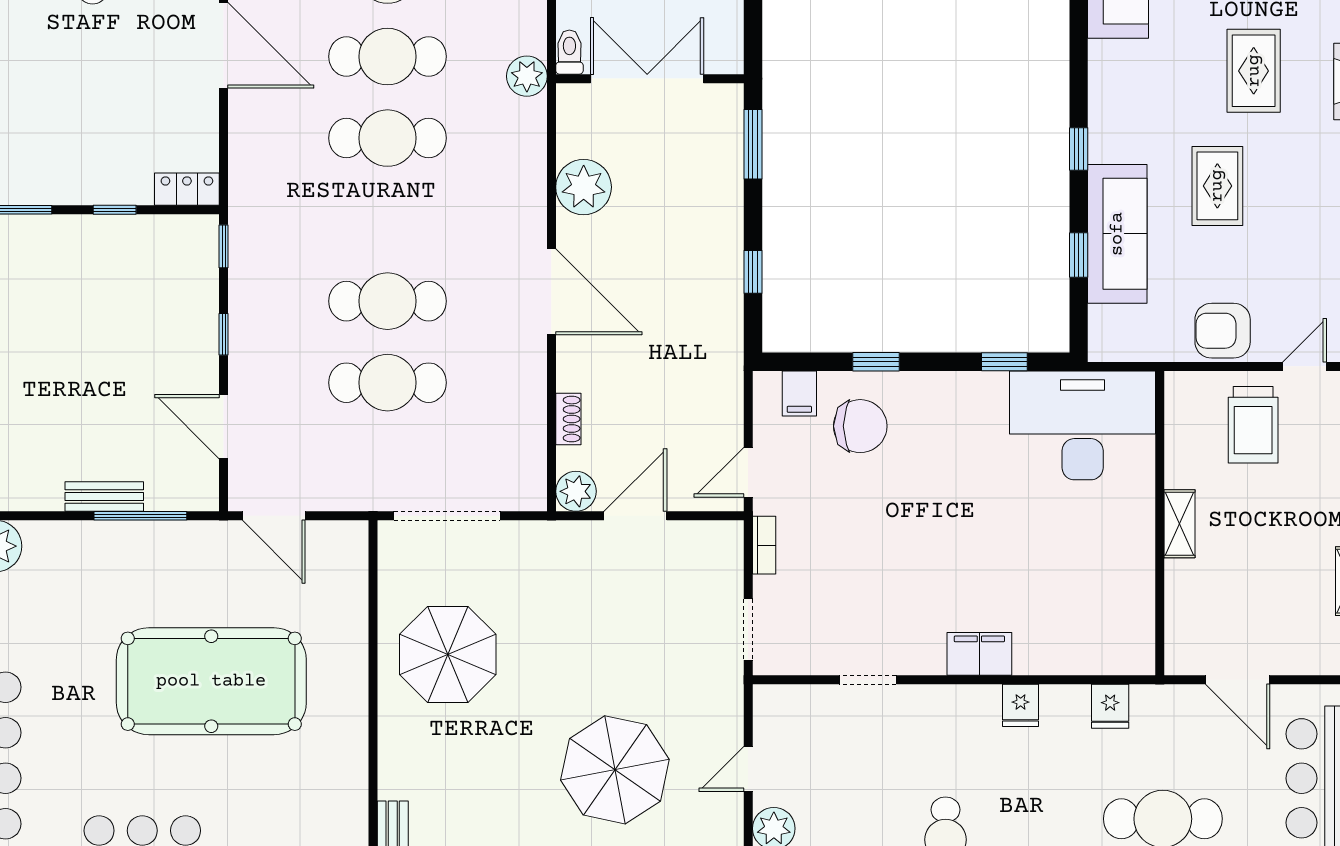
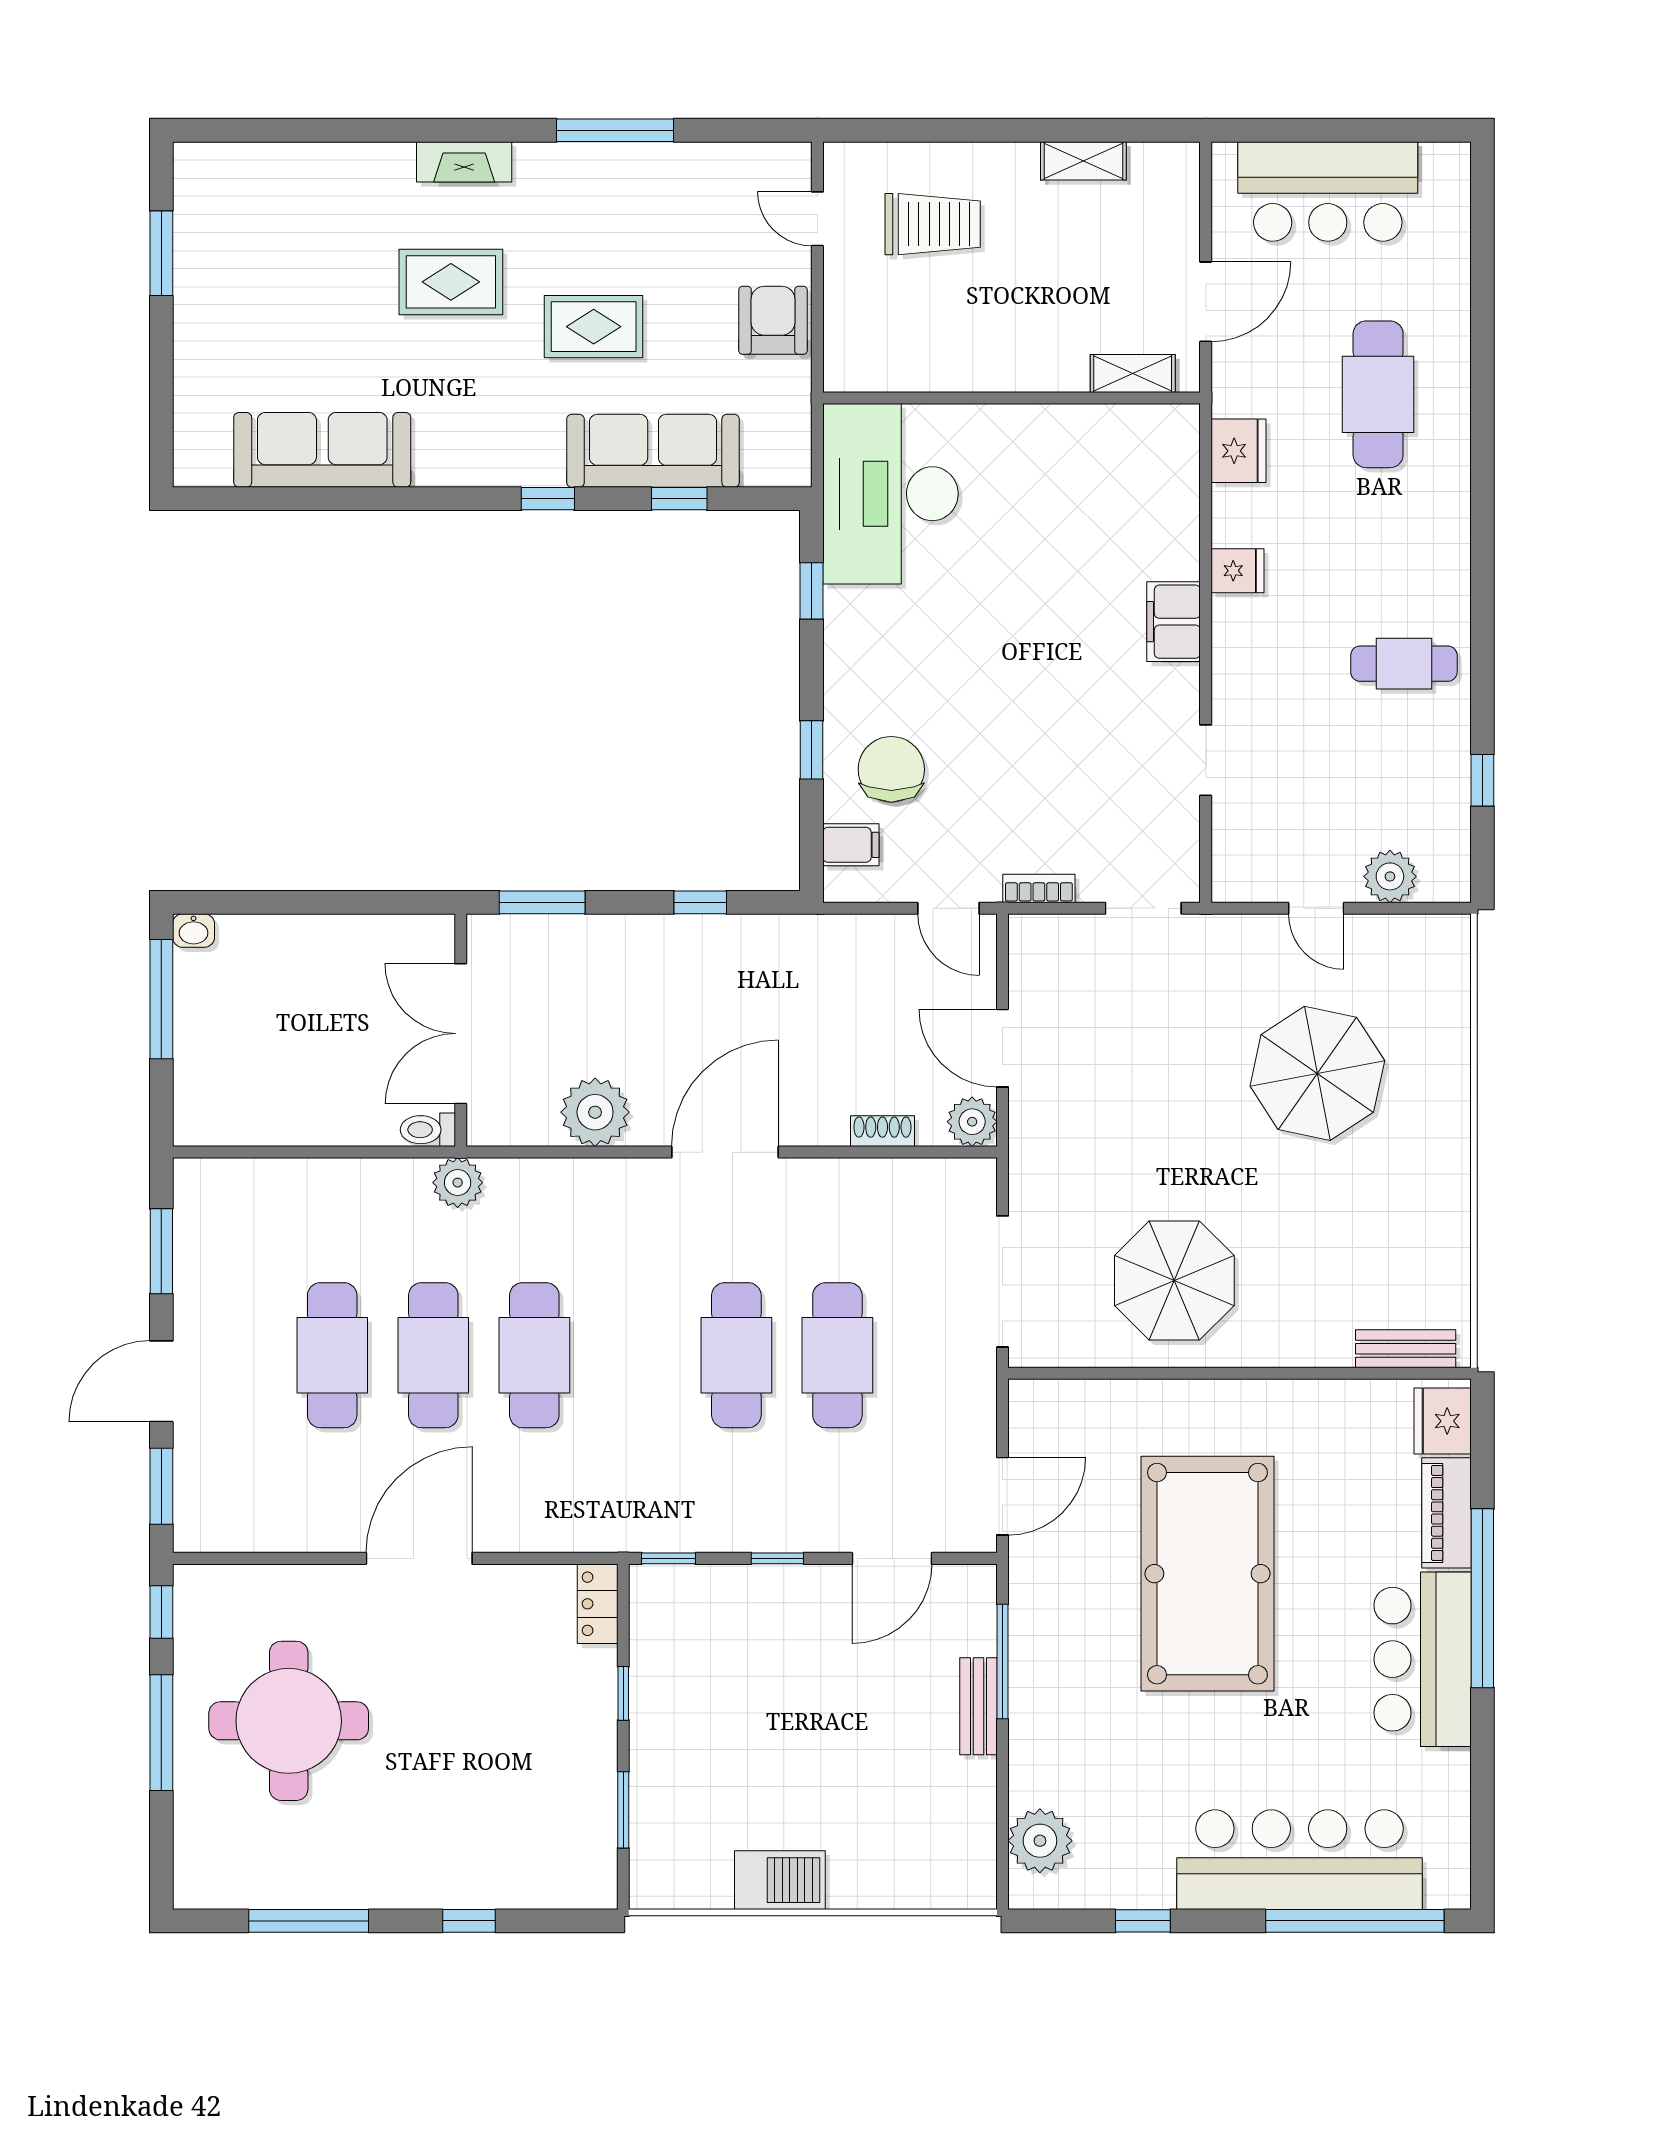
armchair: (1223, 331) -> (773, 320), turned 180
trolley: (1253, 425) -> (933, 224), moved
shelving: (1180, 524) -> (1133, 374), moved
fridge: (1110, 706) -> (1238, 451), width x1.38

